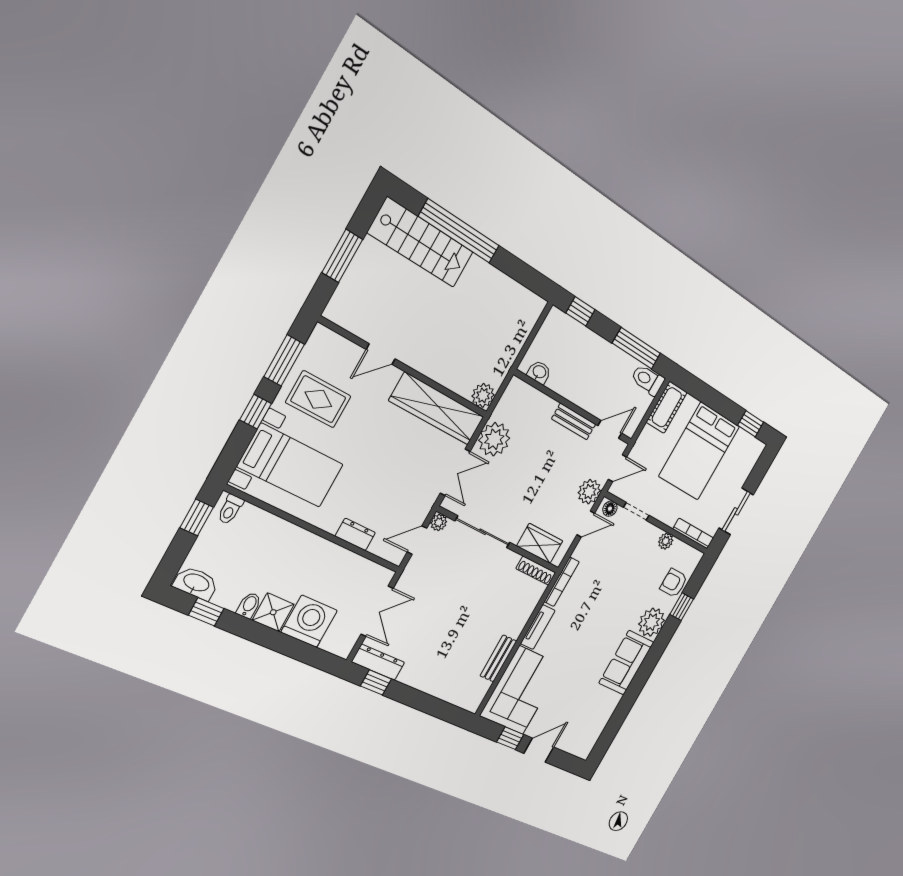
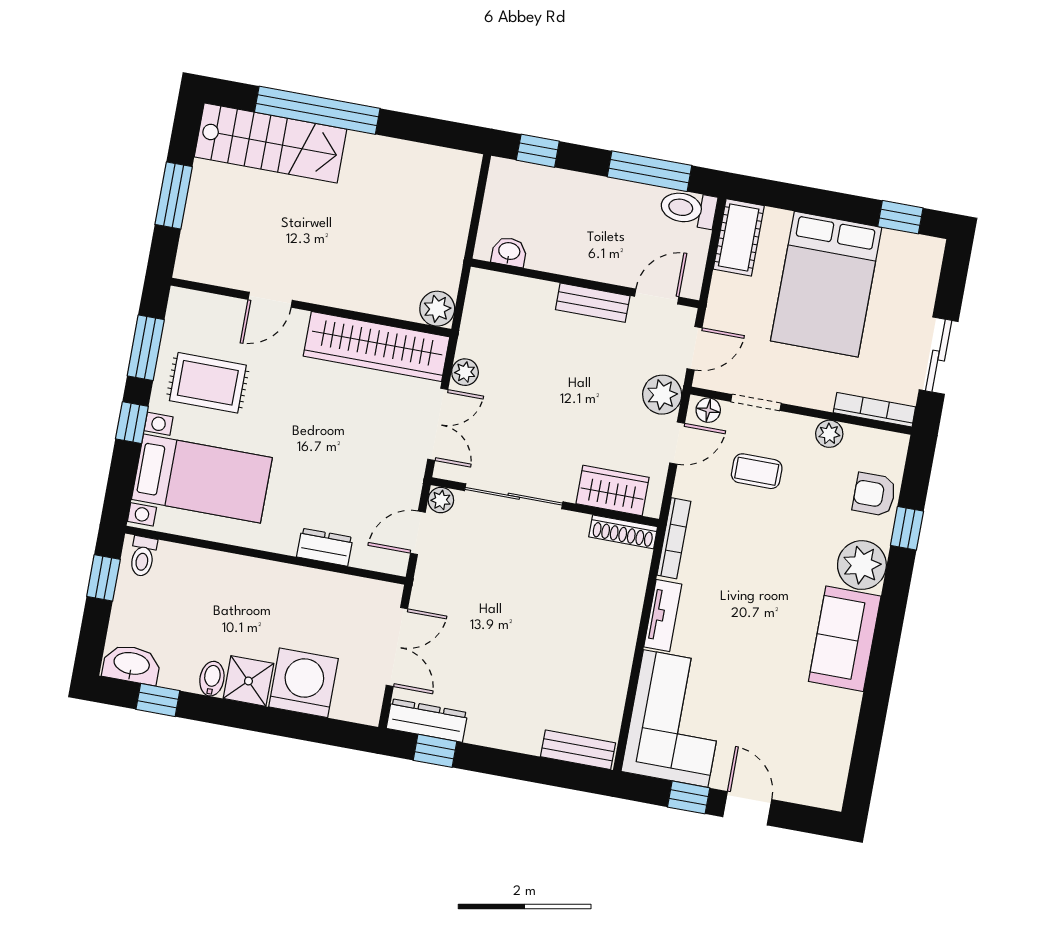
plant: (494, 439) -> (465, 372), width x0.53, depth x0.53
coffee table: (621, 553) -> (757, 471), added
bench: (498, 658) -> (578, 750), moved, turned 90
door: (539, 750) -> (747, 808), hinge flipped

